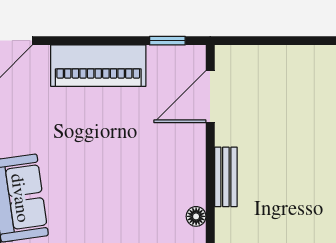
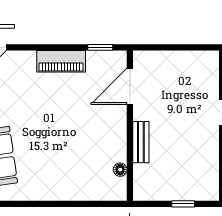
piano: (98, 66) -> (61, 61), width x0.73, depth x0.75

